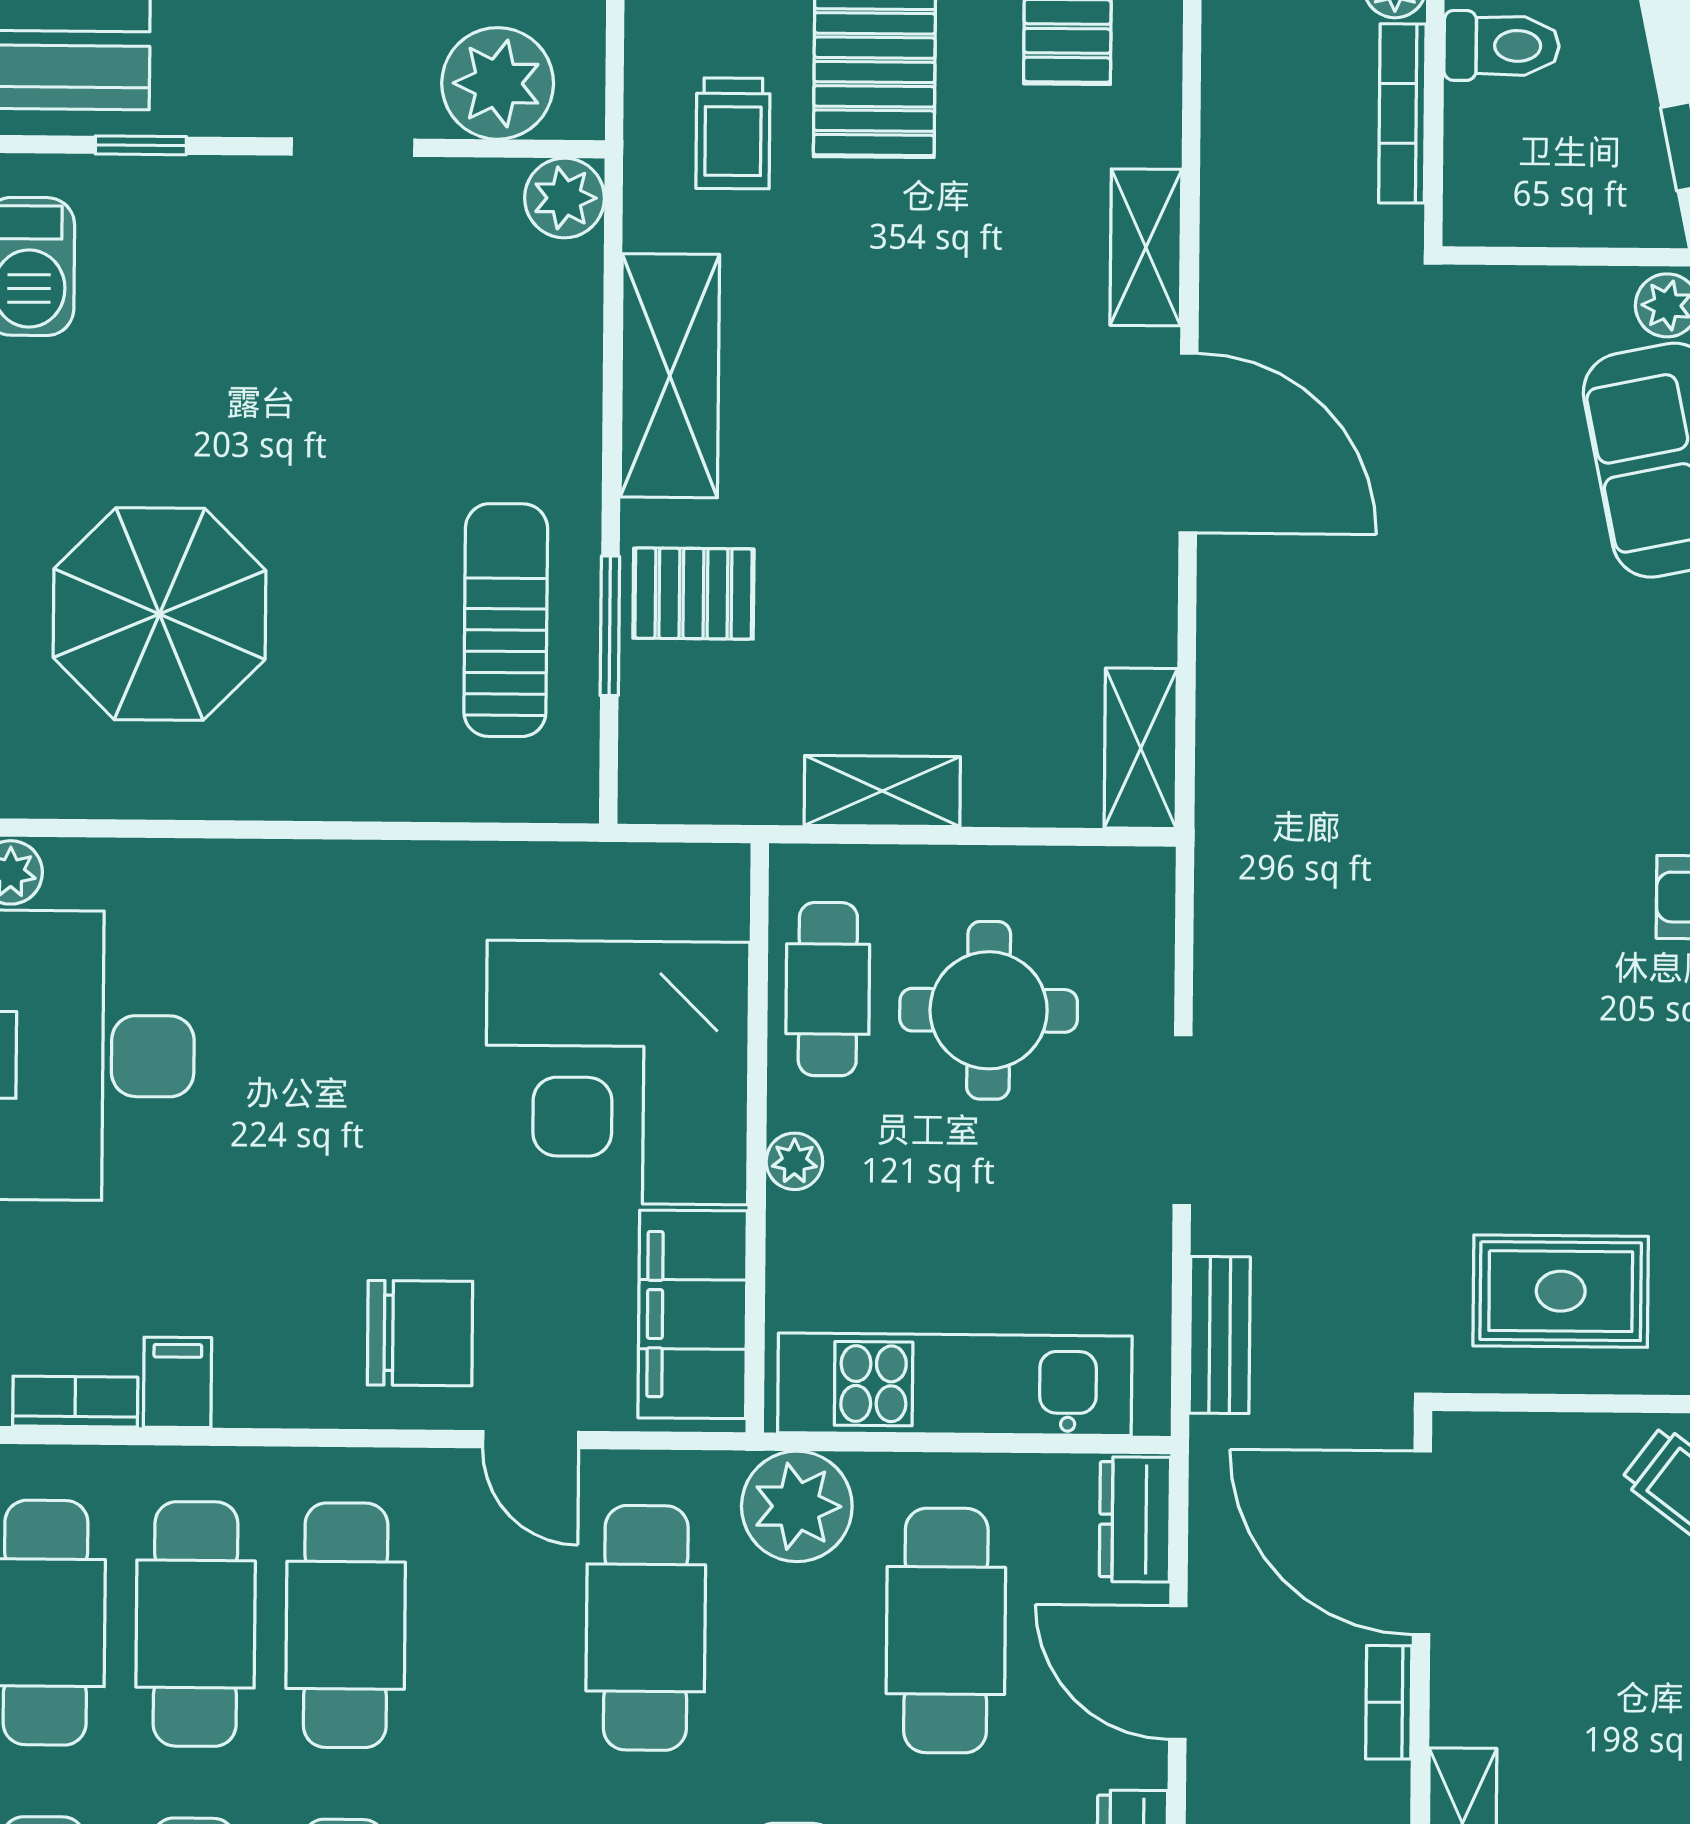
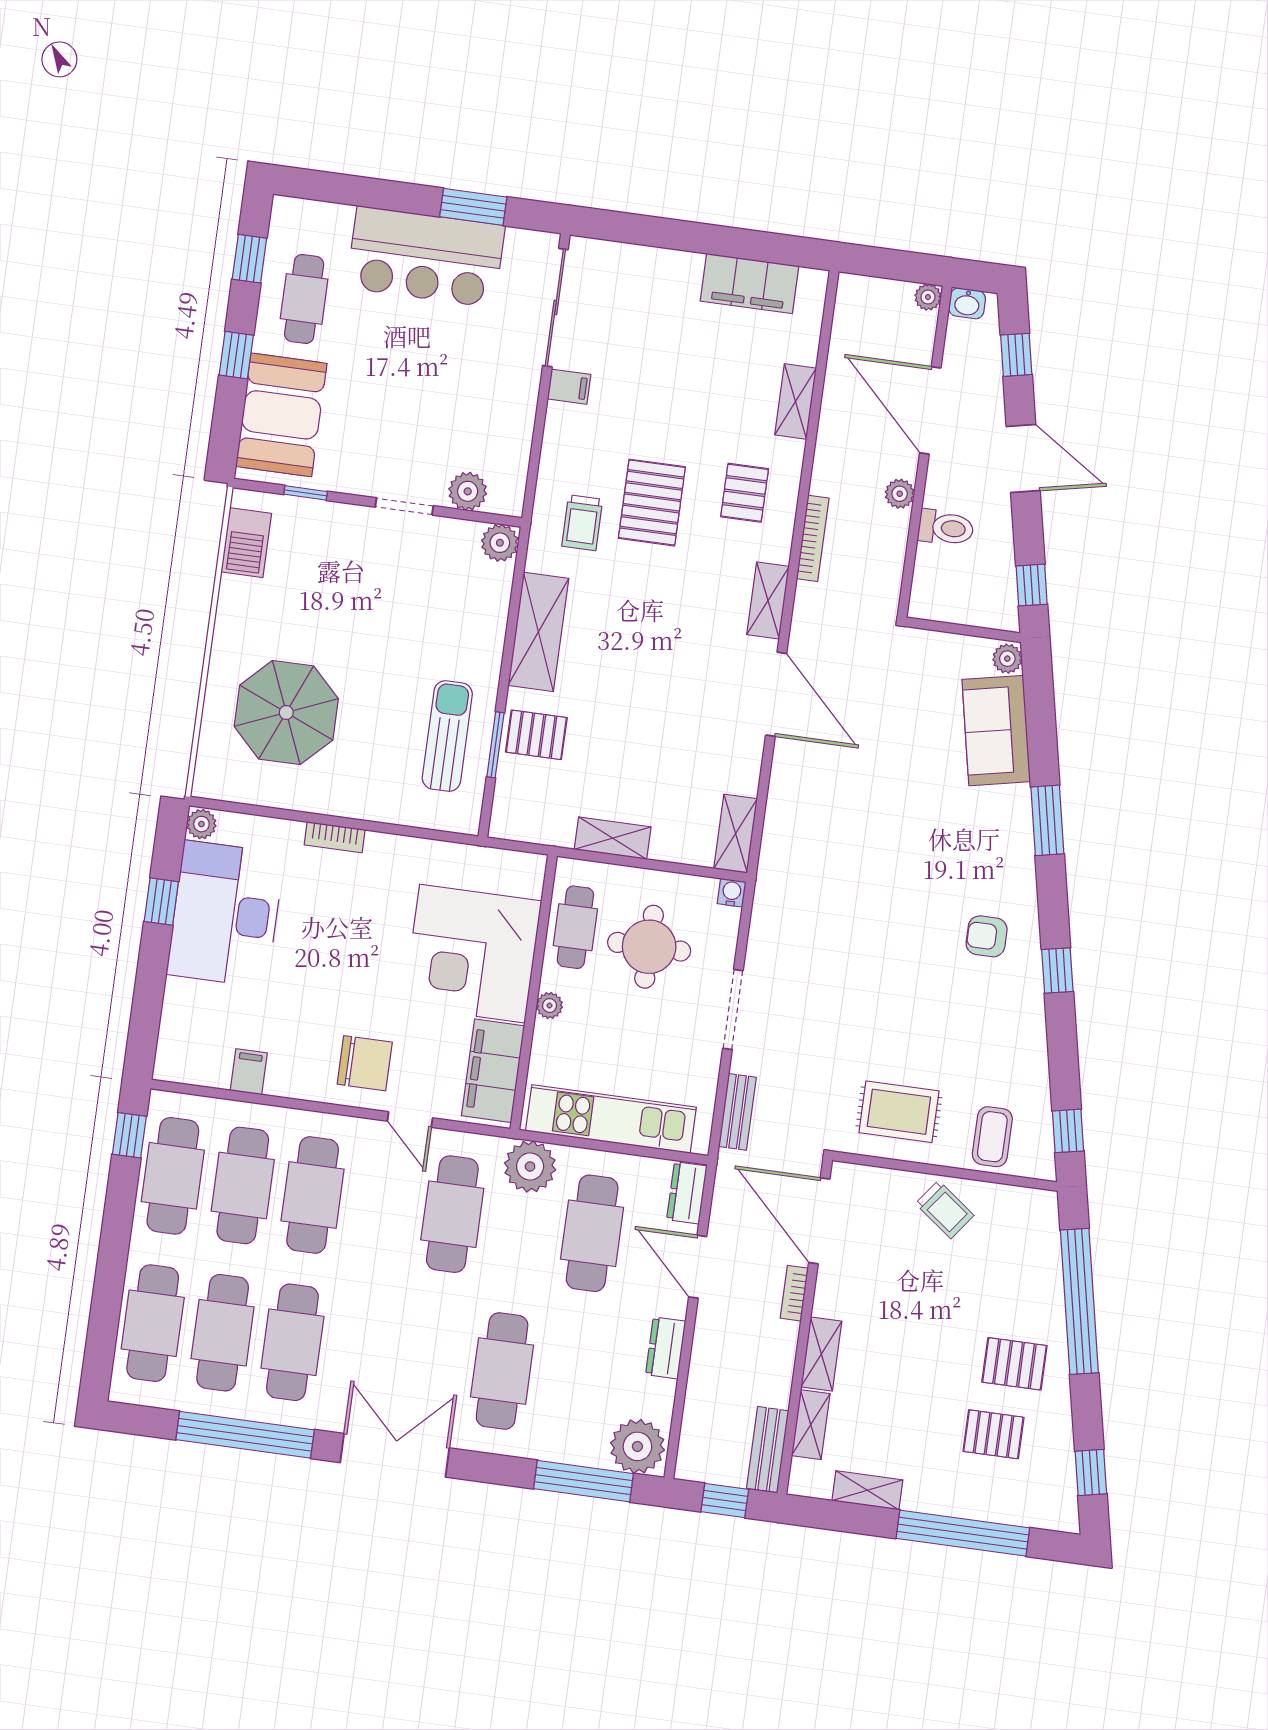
plant: (498, 83) -> (468, 491), width x0.73, depth x0.73
bookcase: (1402, 113) -> (813, 538), moved, turned 180
water cooler: (1148, 874) -> (732, 893), added
bookcase: (75, 1402) -> (335, 837), moved, turned 180

